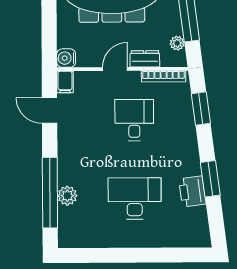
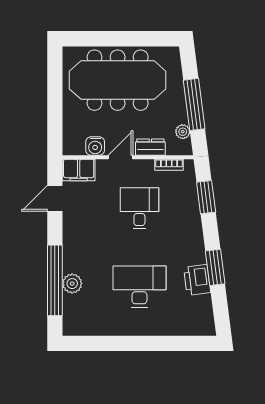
water cooler: (66, 58) -> (95, 146), moved, turned -90
bookcase: (164, 76) -> (169, 165), width x0.64
filing cabinet: (65, 82) -> (79, 170), width x2.00
door: (50, 110) -> (55, 198), hinge flipped

